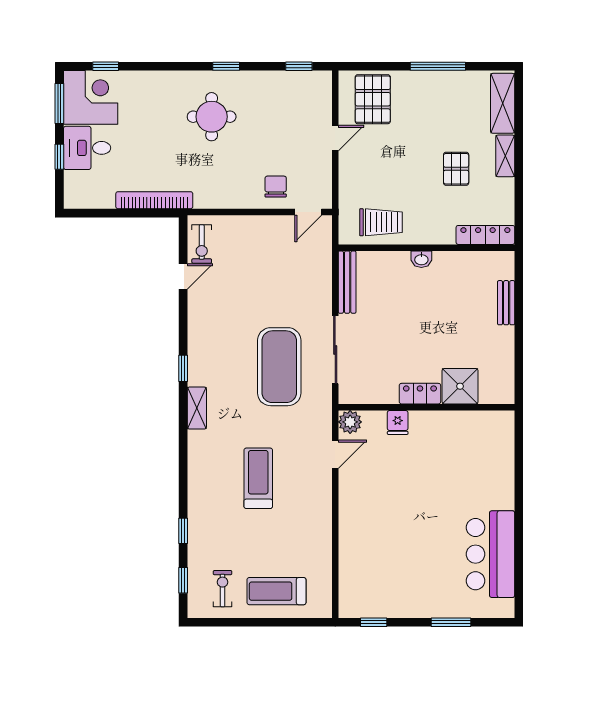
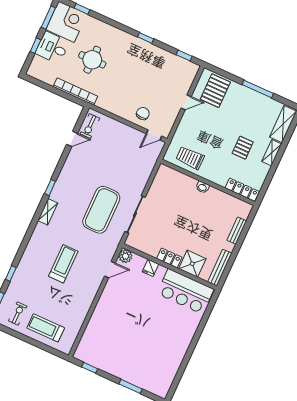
round table: (212, 117) -> (92, 60), moved
trolley: (381, 222) -> (190, 158), turned 180
bench: (347, 282) -> (220, 268), moved
bar counter: (490, 554) -> (185, 291), moved, turned -90

